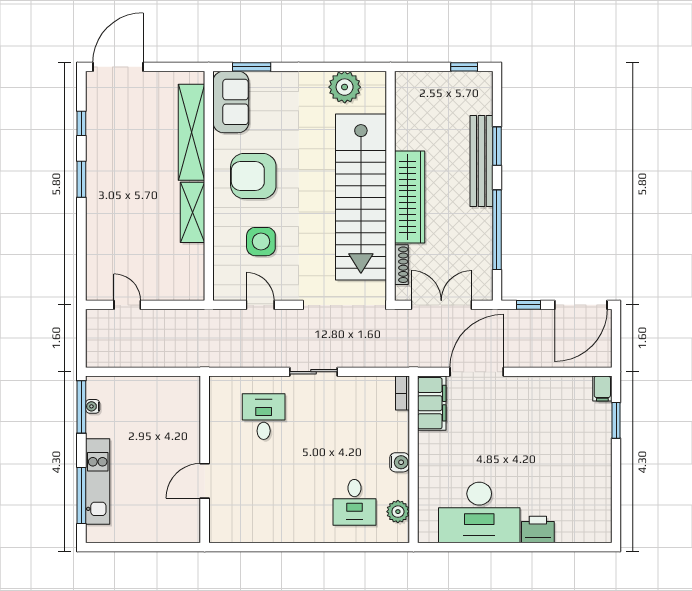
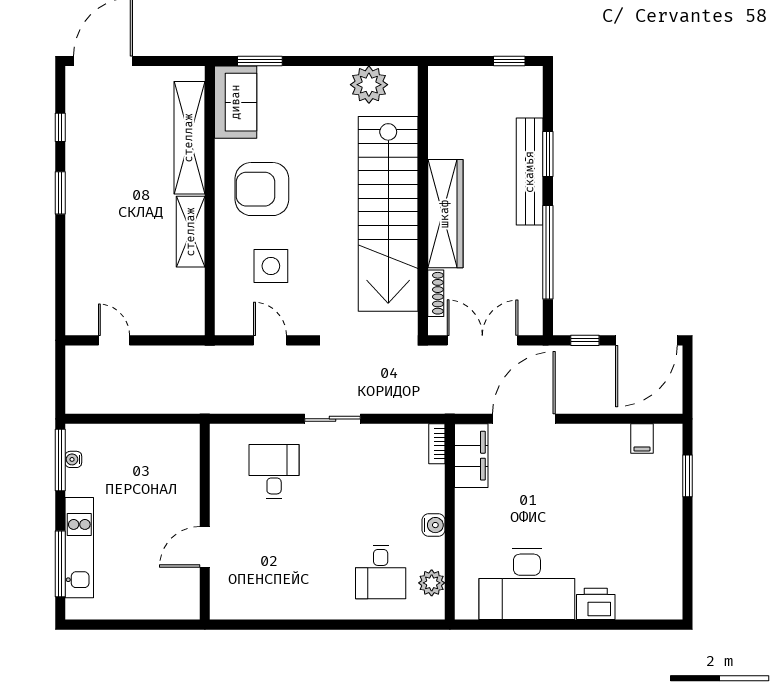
filing cabinet: (602, 389) -> (642, 439), moved

